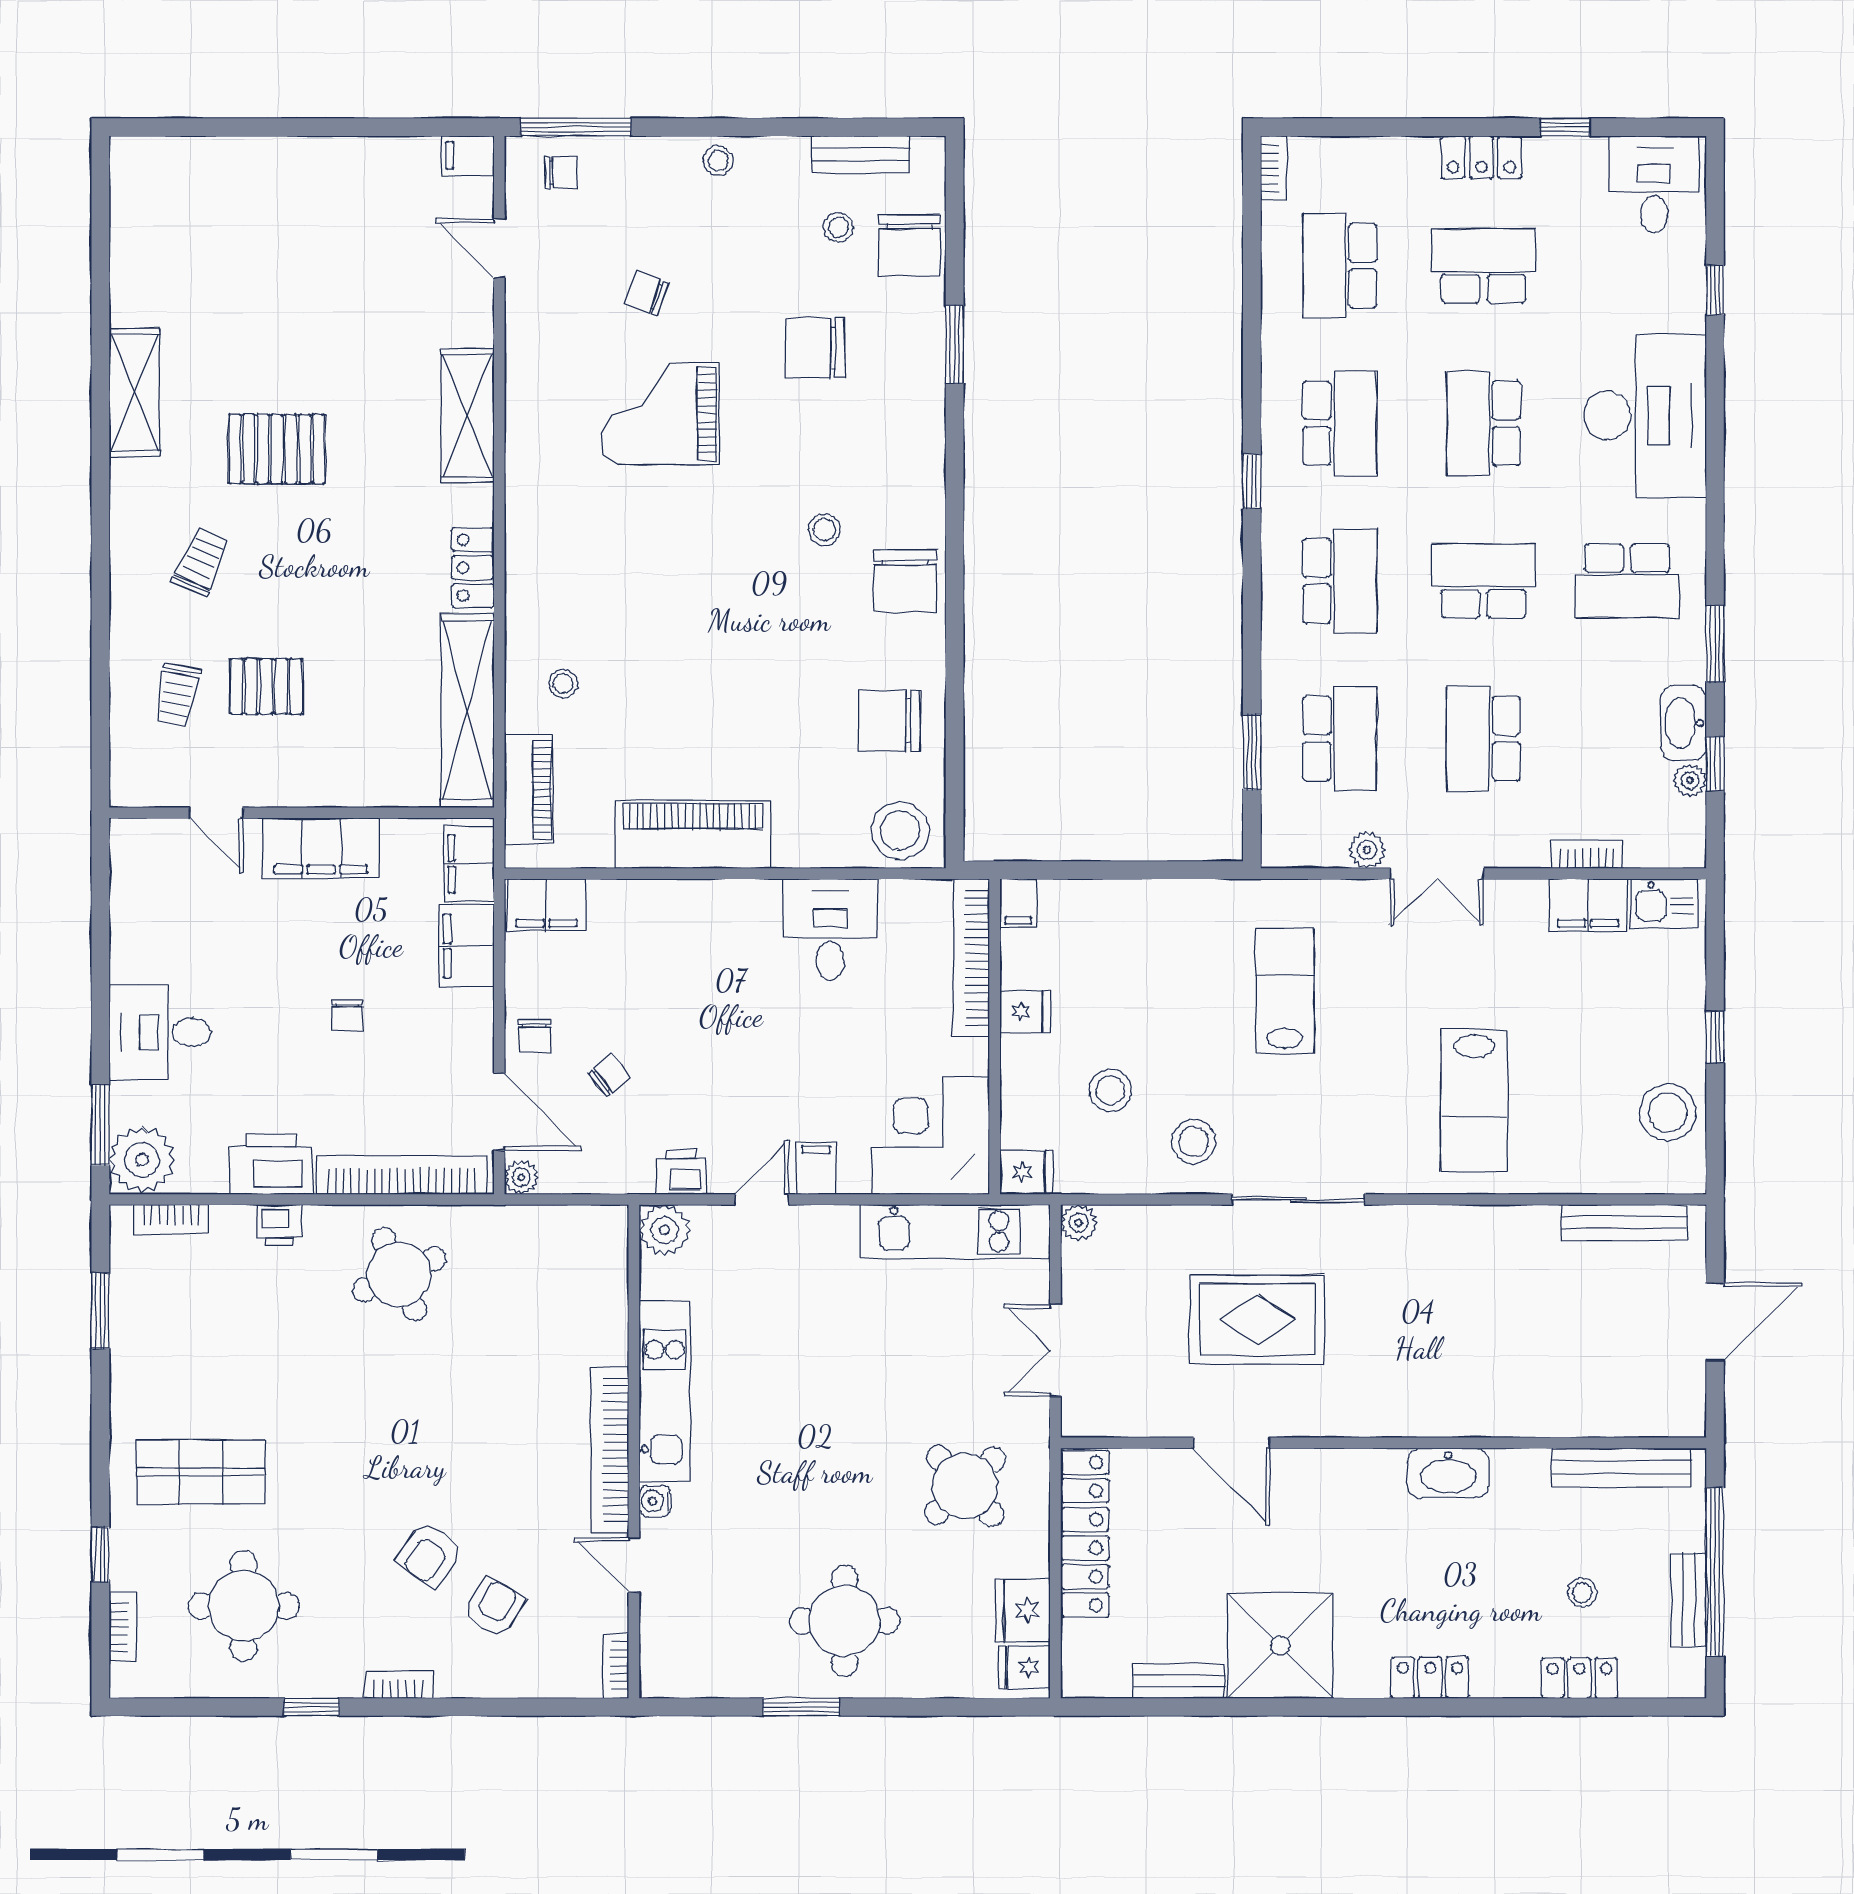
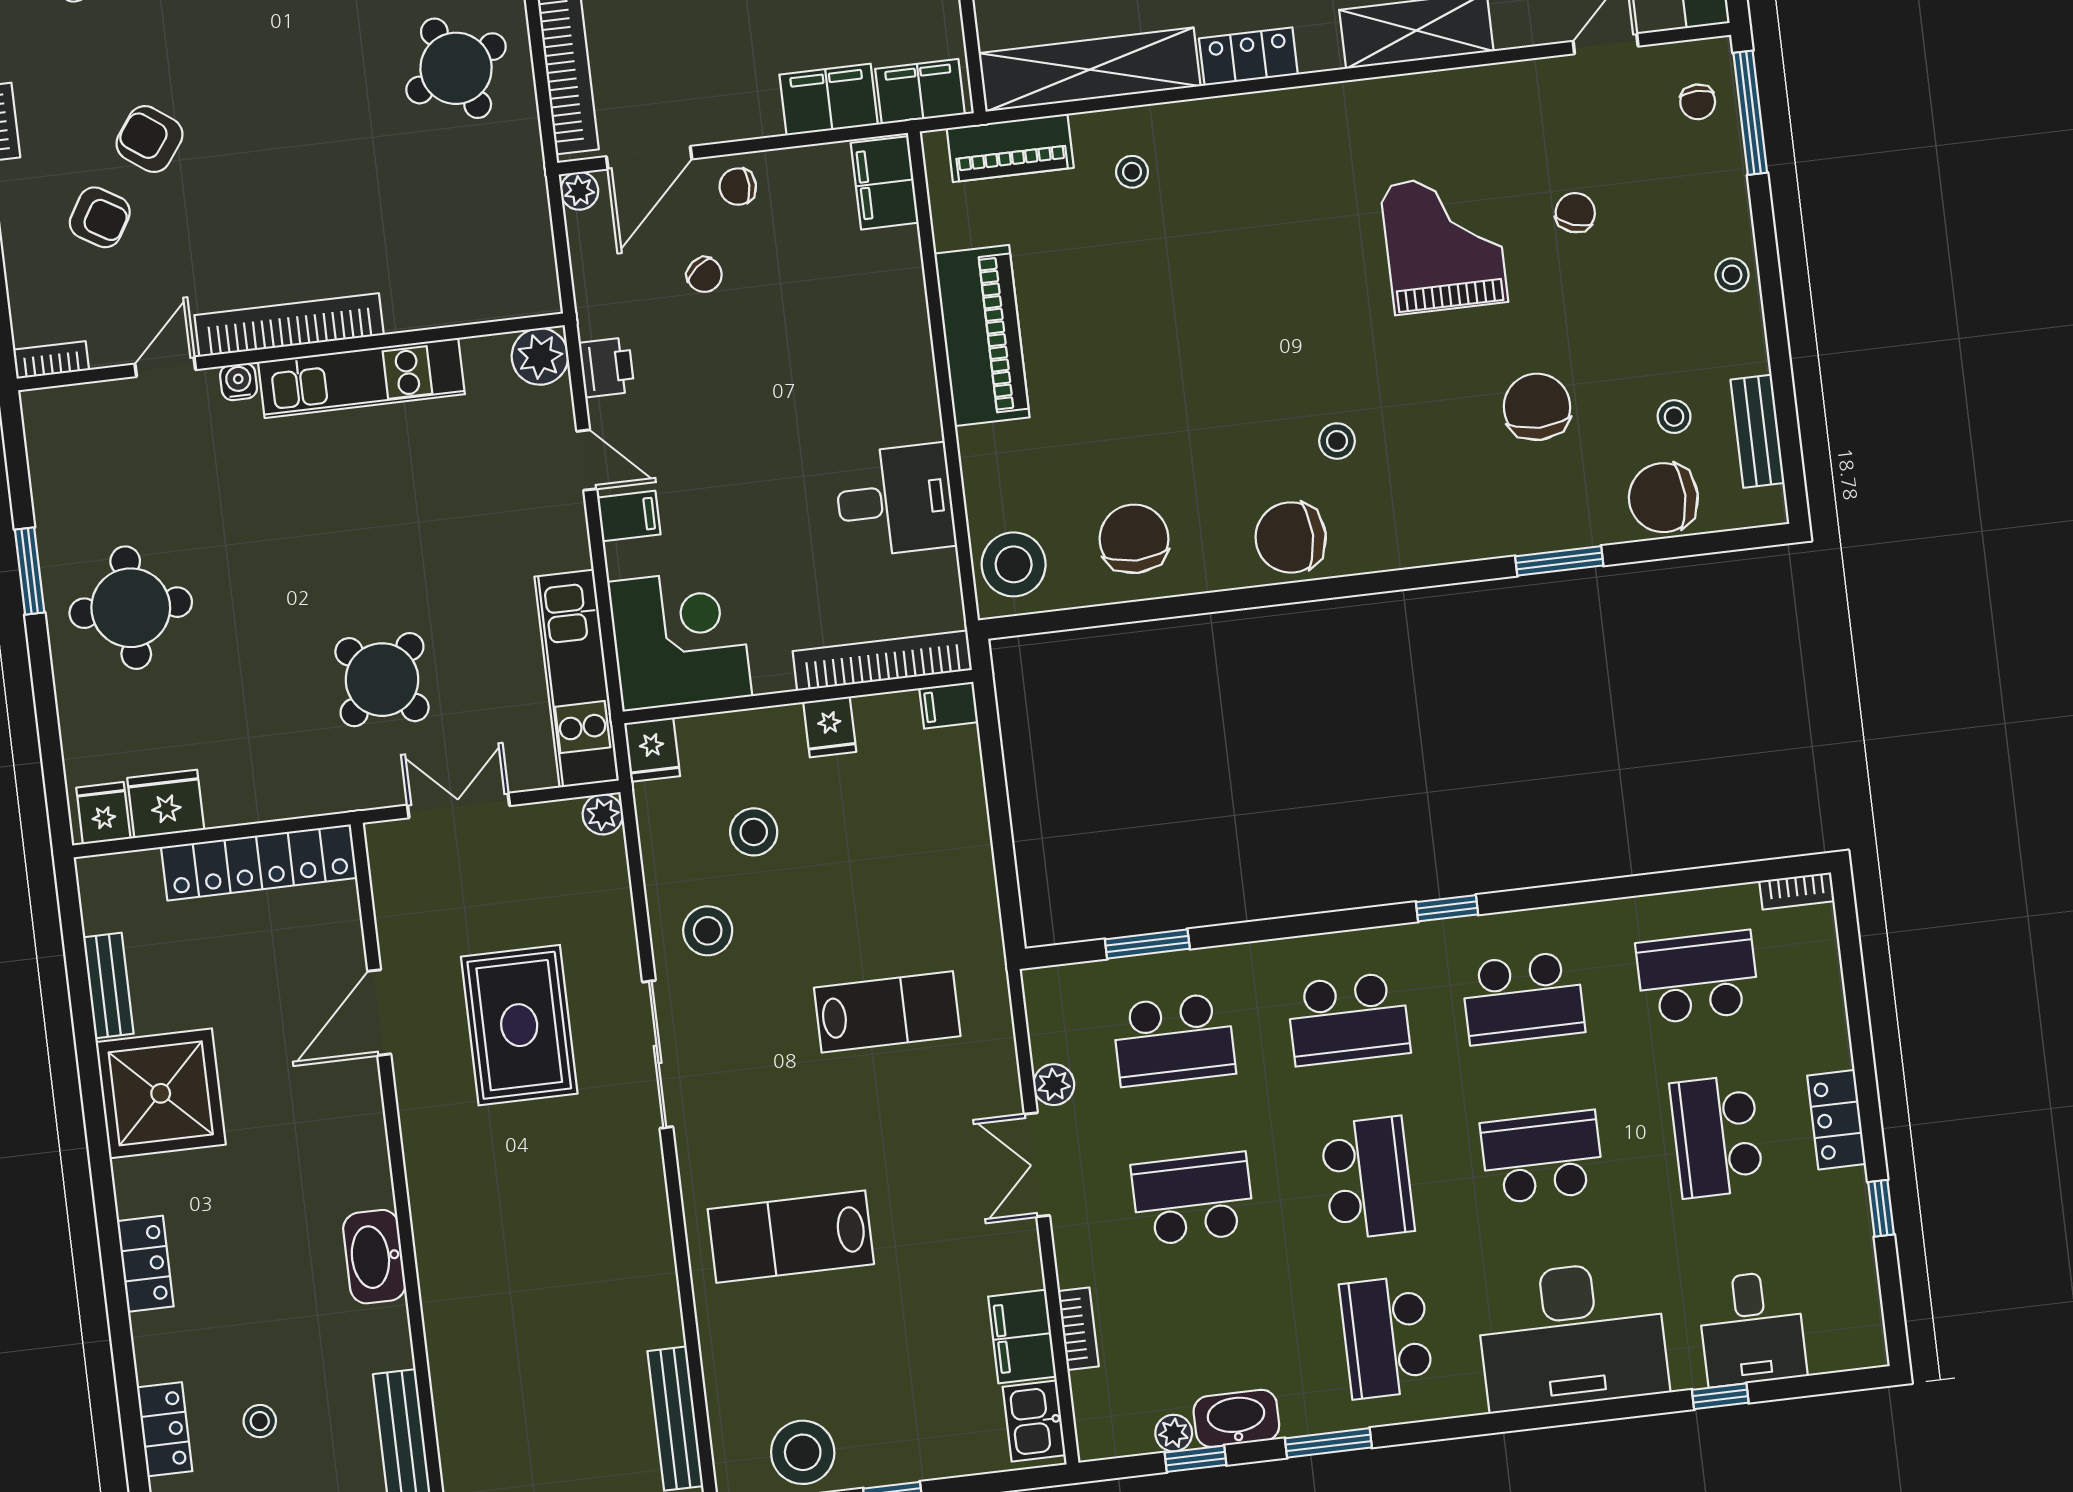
desk: (1654, 184) -> (1752, 1328), moved, turned 90
school desk: (1483, 266) -> (1717, 1136), turned 180
round table: (965, 1486) -> (382, 680), moved

